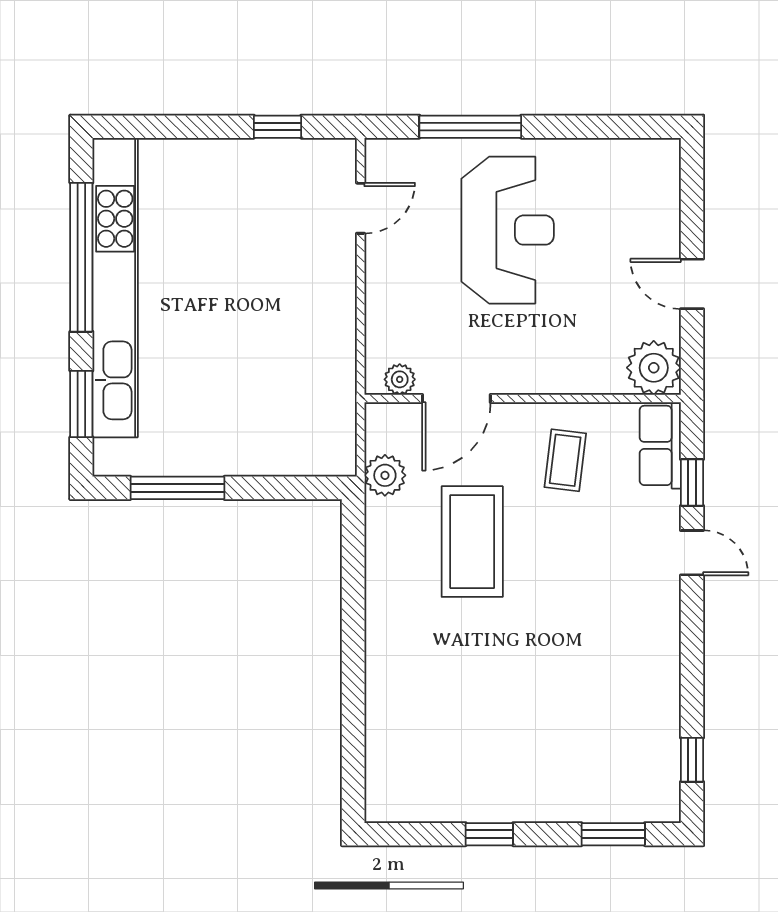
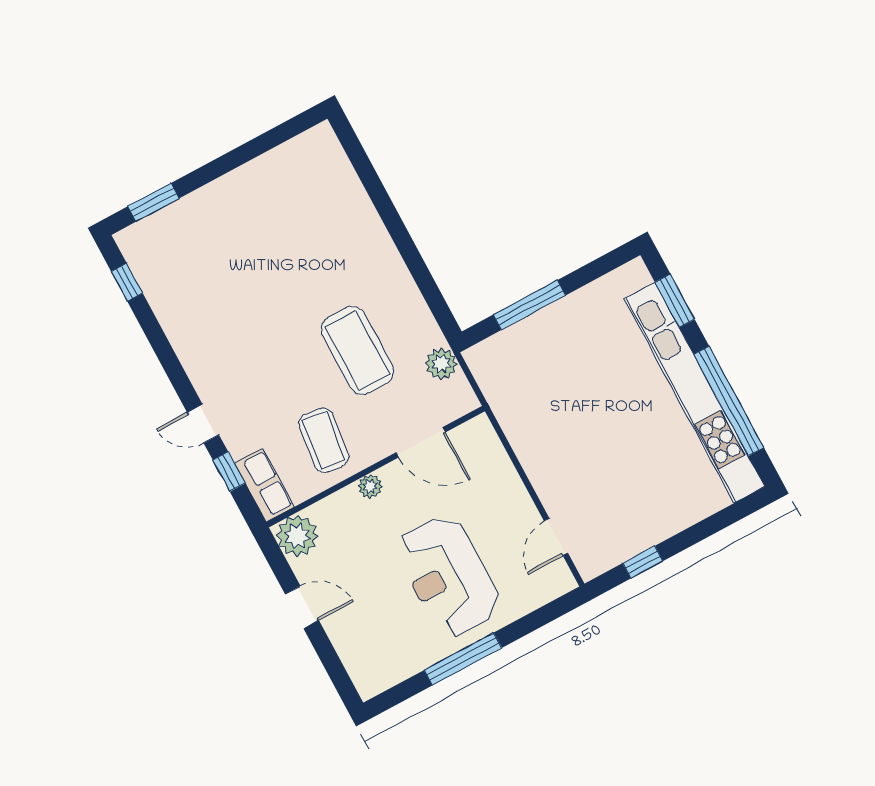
window: (470, 127) -> (463, 659), moved
plant: (400, 379) -> (370, 486), moved
door: (456, 399) -> (421, 442), swing flipped
coffee table: (565, 460) -> (324, 440), width x1.36, depth x1.30
window: (177, 488) -> (529, 305), moved
window: (489, 834) -> (238, 157), removed

